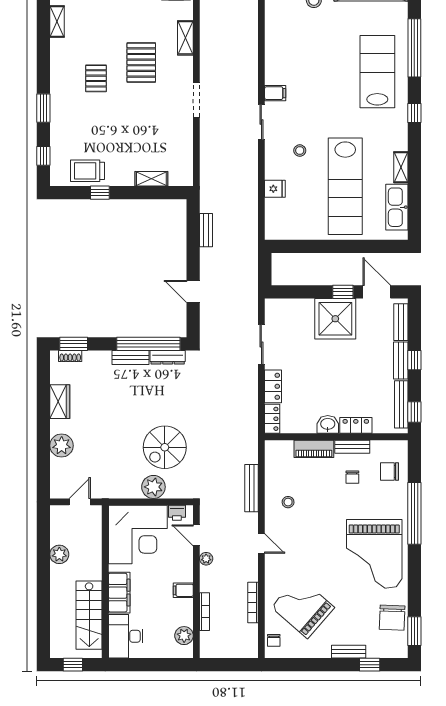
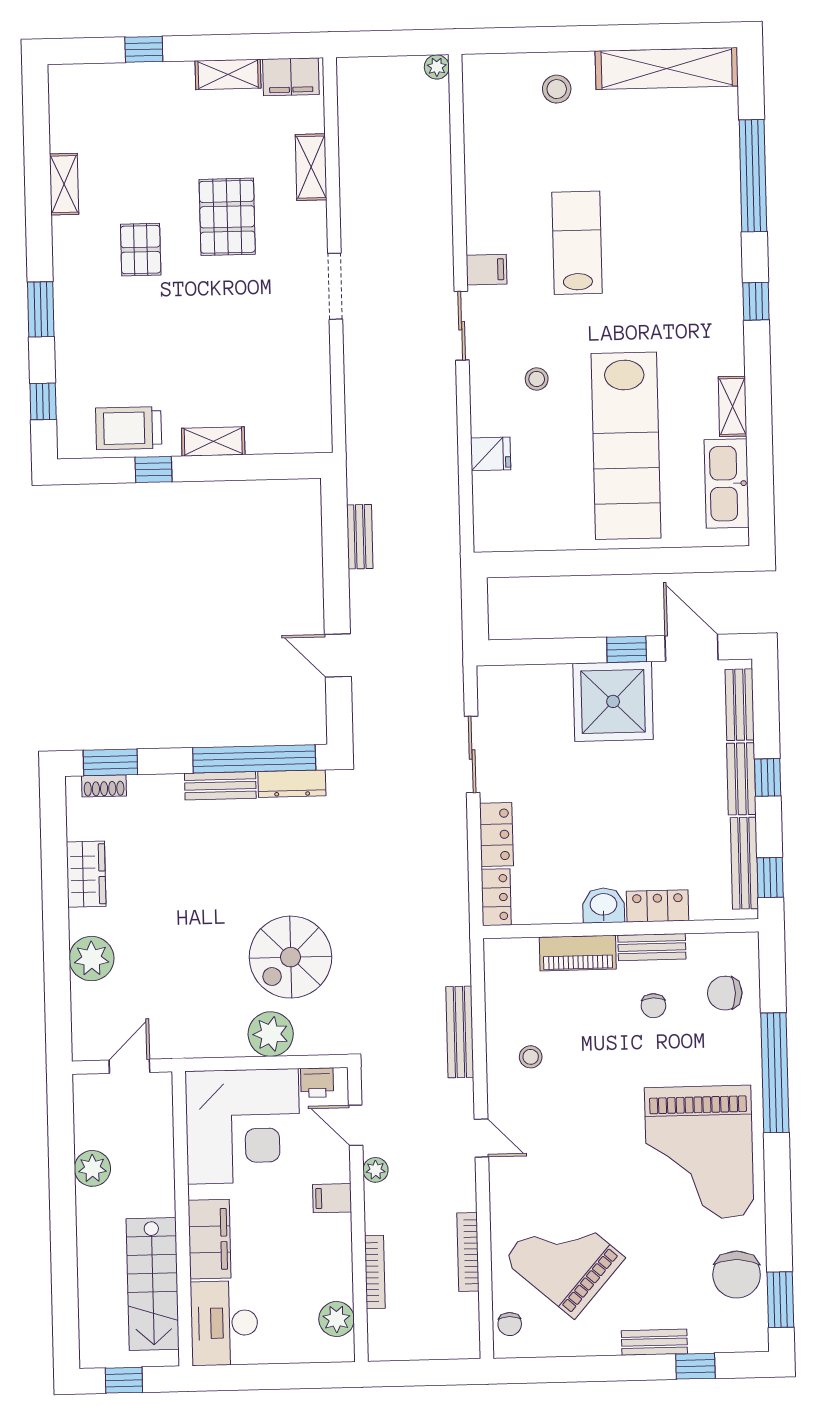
shelving: (57, 21) -> (64, 184), moved
lab bench: (377, 72) -> (577, 243), moved, width x0.73, depth x0.72
shelving: (151, 179) -> (213, 441), moved
filing cabinet: (183, 590) -> (332, 1198), moved

